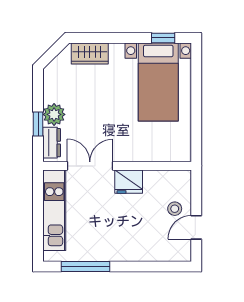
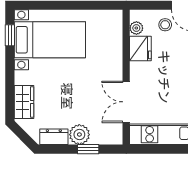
dresser: (52, 143) -> (54, 137), moved
plant: (171, 177) -> (136, 28), added
fridge: (129, 182) -> (140, 48), moved

